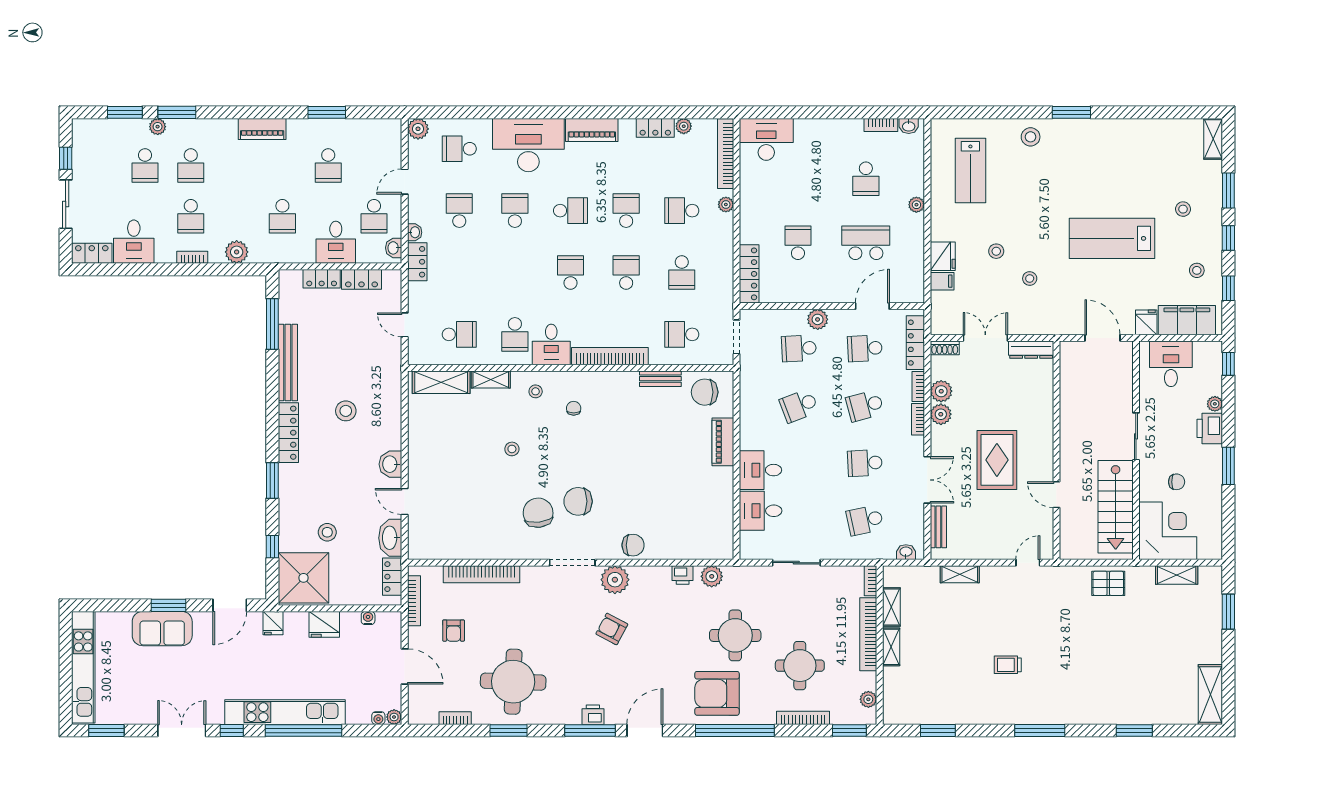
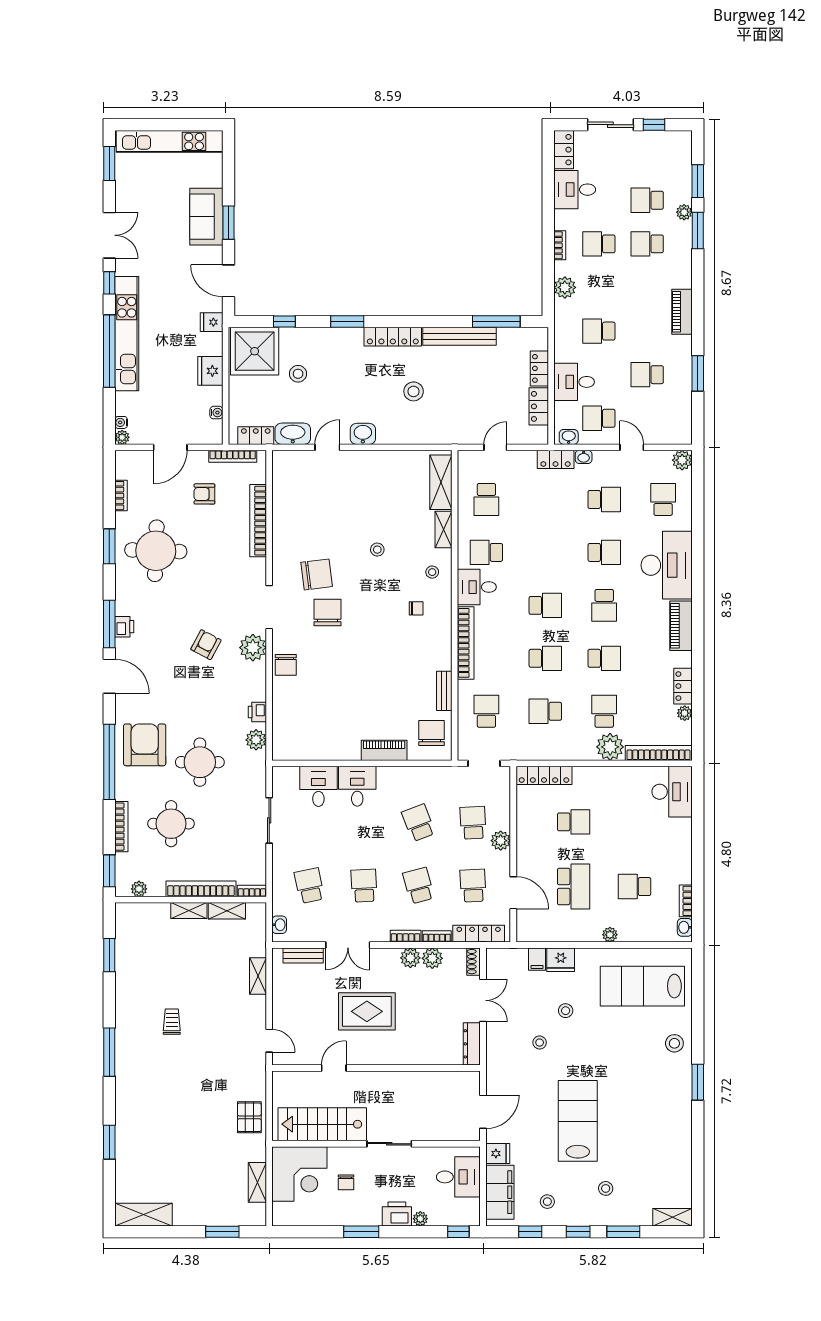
lab bench: (970, 170) -> (642, 986), width x1.36, depth x1.39
plant: (726, 204) -> (610, 747), width x1.87, depth x1.87

